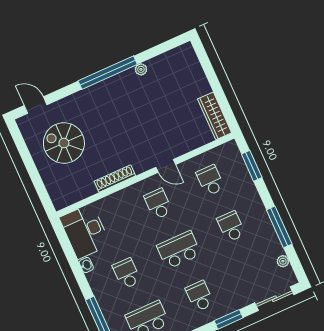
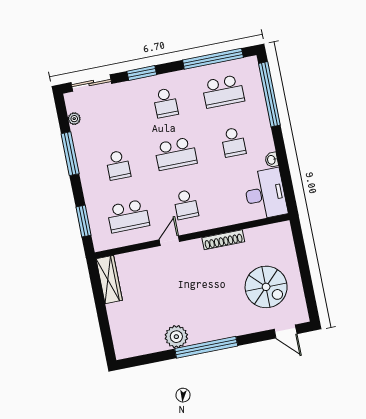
plant: (141, 69) -> (176, 337), width x1.87, depth x1.87
door: (166, 166) -> (169, 241), hinge flipped
school desk: (210, 180) -> (128, 216), width x1.85

